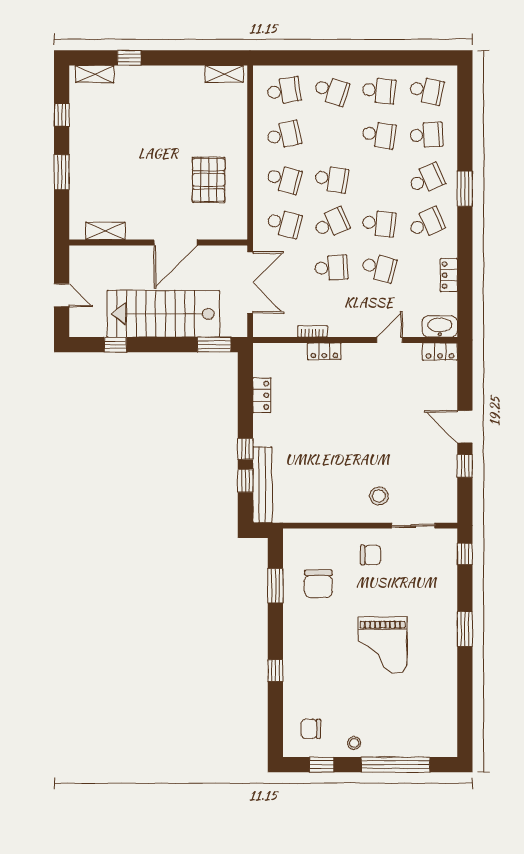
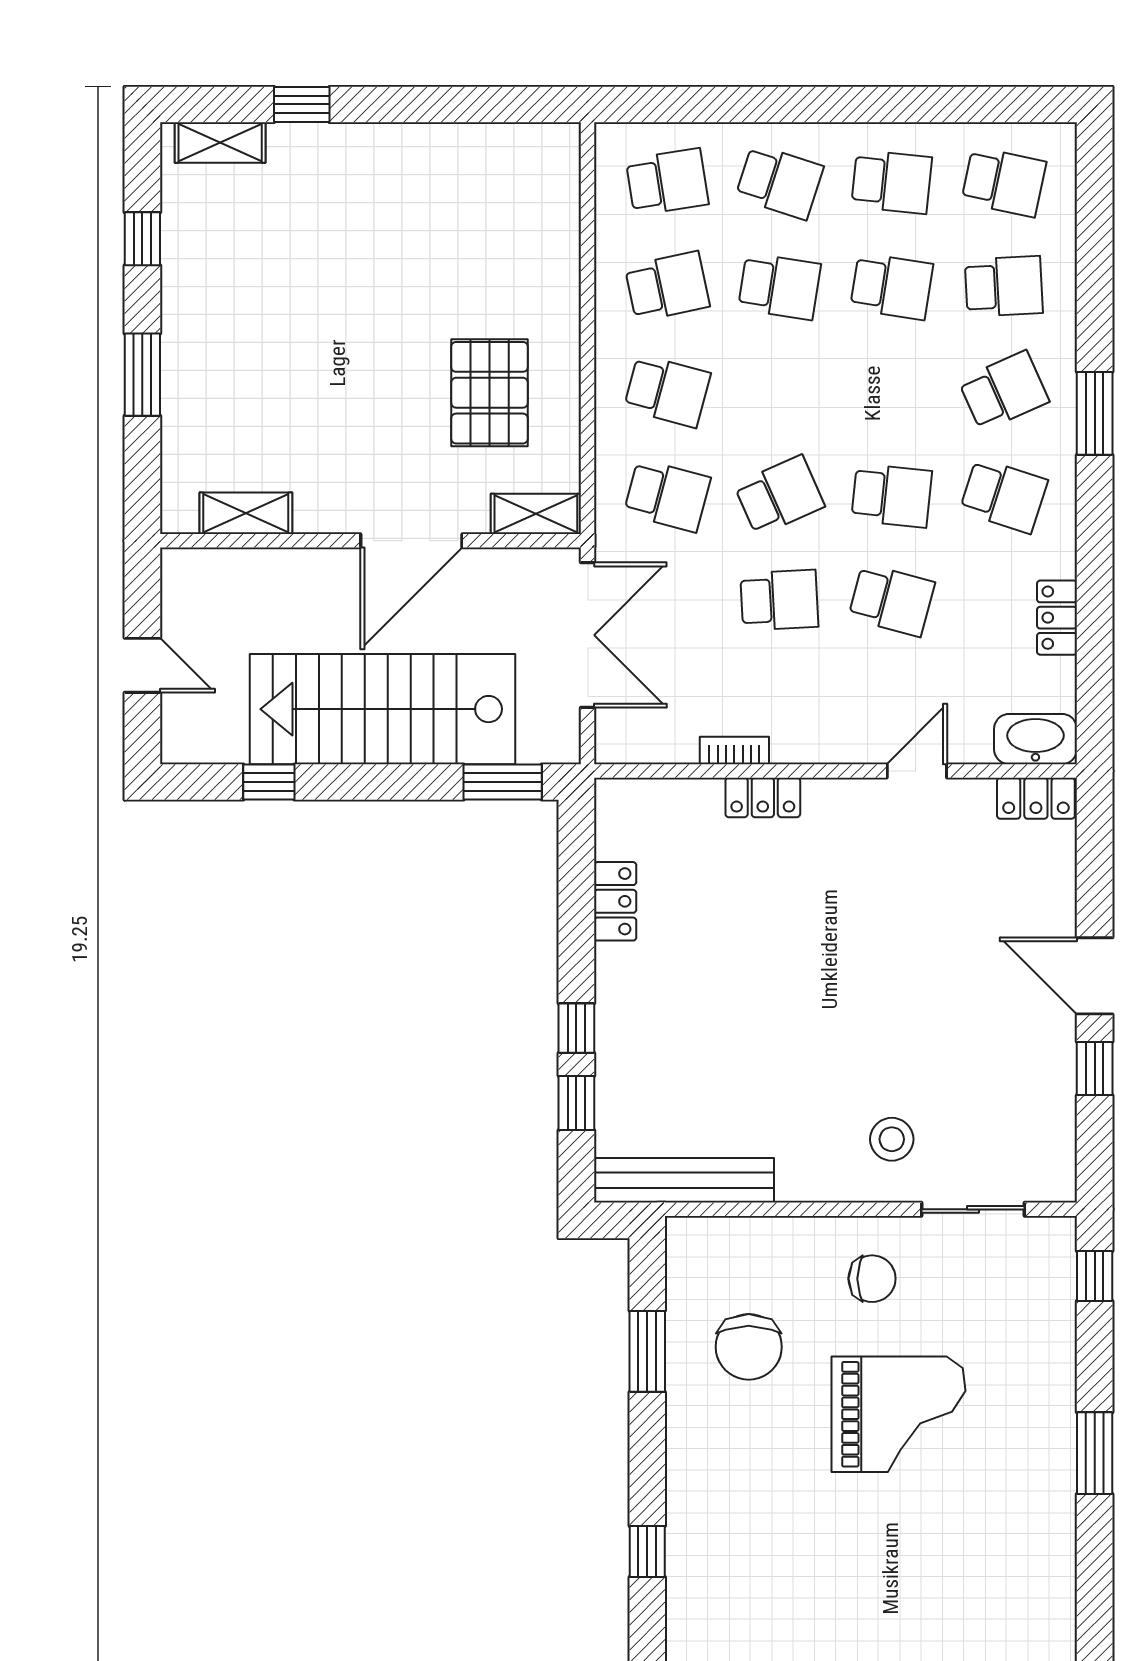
shelving: (224, 74) -> (536, 514), moved
school desk: (331, 179) -> (779, 286), moved
school desk: (426, 223) -> (1004, 496), turned 42
bench: (262, 485) -> (684, 1180), moved, turned 90
grand piano: (383, 645) -> (898, 1414), moved, turned -90

